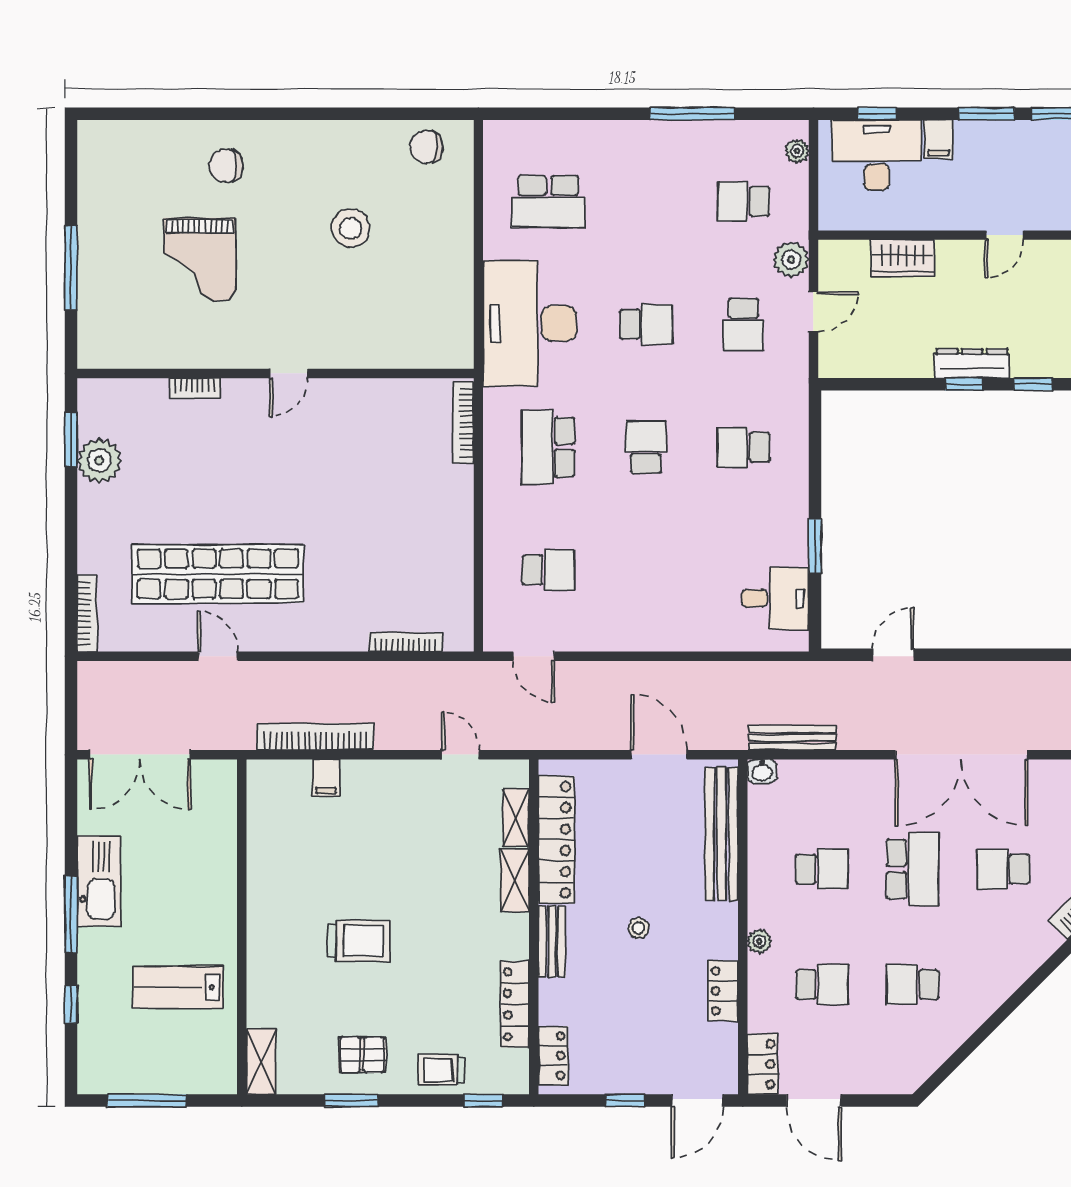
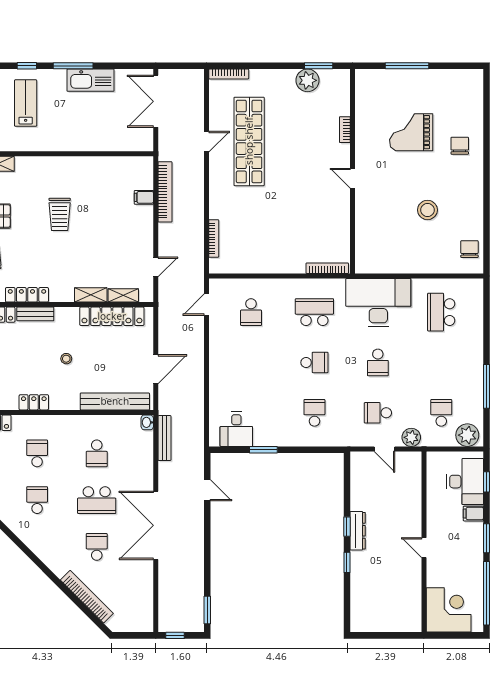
plant: (797, 151) -> (467, 435), width x1.88, depth x1.88
wardrobe: (903, 258) -> (412, 495), removed
plant: (759, 941) -> (59, 421), removed
bench: (552, 942) -> (35, 314), moved
school desk: (822, 985) -> (37, 453), turned 180
lab bench: (178, 987) -> (26, 103), moved

